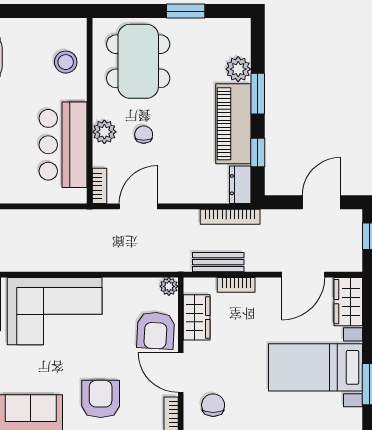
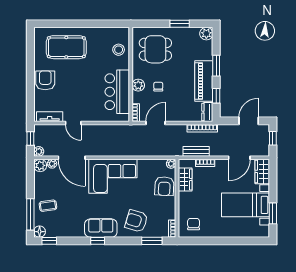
dining table: (138, 61) -> (155, 49), width x0.73
plant: (238, 69) -> (206, 34), moved
door: (181, 373) -> (177, 208), removed
armchair: (101, 399) -> (136, 221), turned -73

